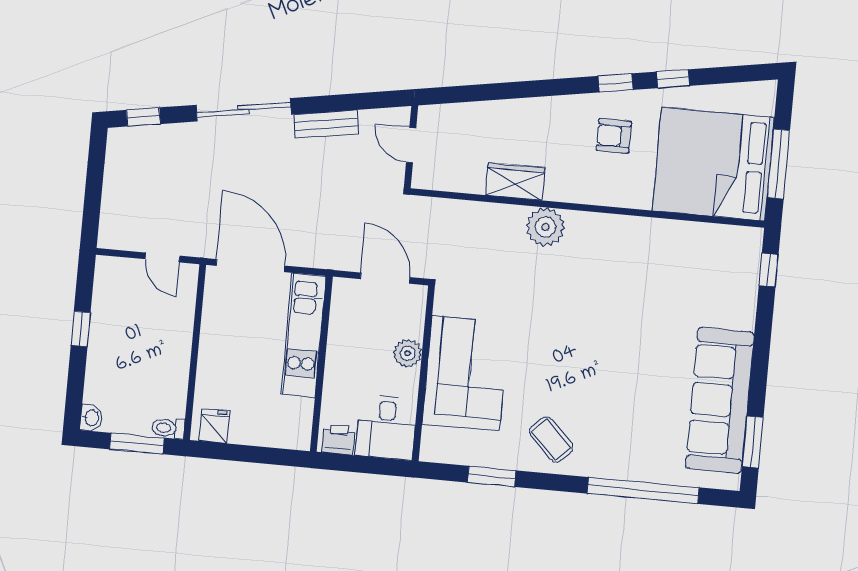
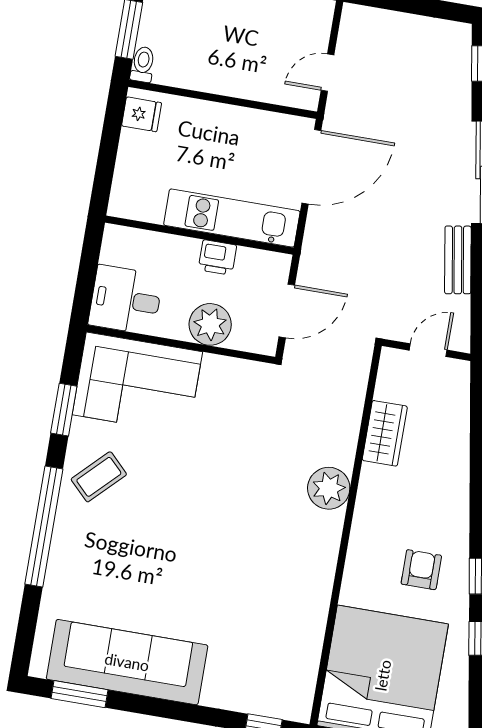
wardrobe: (515, 181) -> (385, 433), moved
plant: (408, 353) -> (210, 324), width x1.36, depth x1.36
corner sofa: (466, 373) -> (137, 383), moved
printer: (338, 439) -> (217, 258), moved, turned 90
window: (643, 490) -> (44, 527), moved

